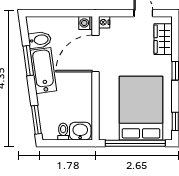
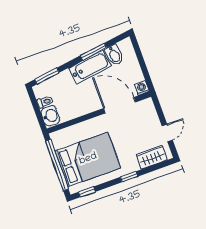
nightstand: (104, 22) -> (148, 103), removed

